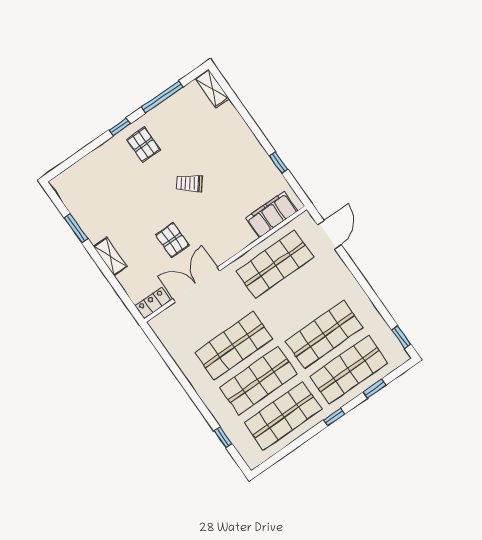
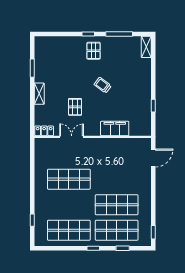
filing cabinet: (271, 215) -> (115, 128), moved
shop shelf: (275, 264) -> (117, 154), removed
double door: (196, 285) -> (72, 137), width x0.73
shop shelf: (258, 381) -> (69, 205), removed

